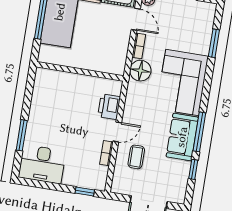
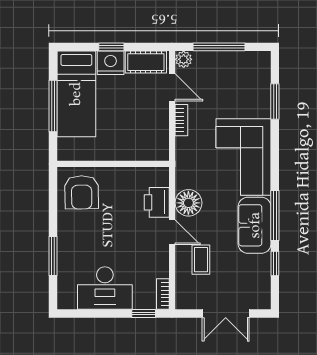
floor lamp: (140, 71) -> (188, 203), moved
armchair: (52, 89) -> (82, 192), added
door: (117, 132) -> (172, 232), hinge flipped
bookcase: (106, 153) -> (163, 294), moved
desk: (42, 164) -> (105, 288), moved

